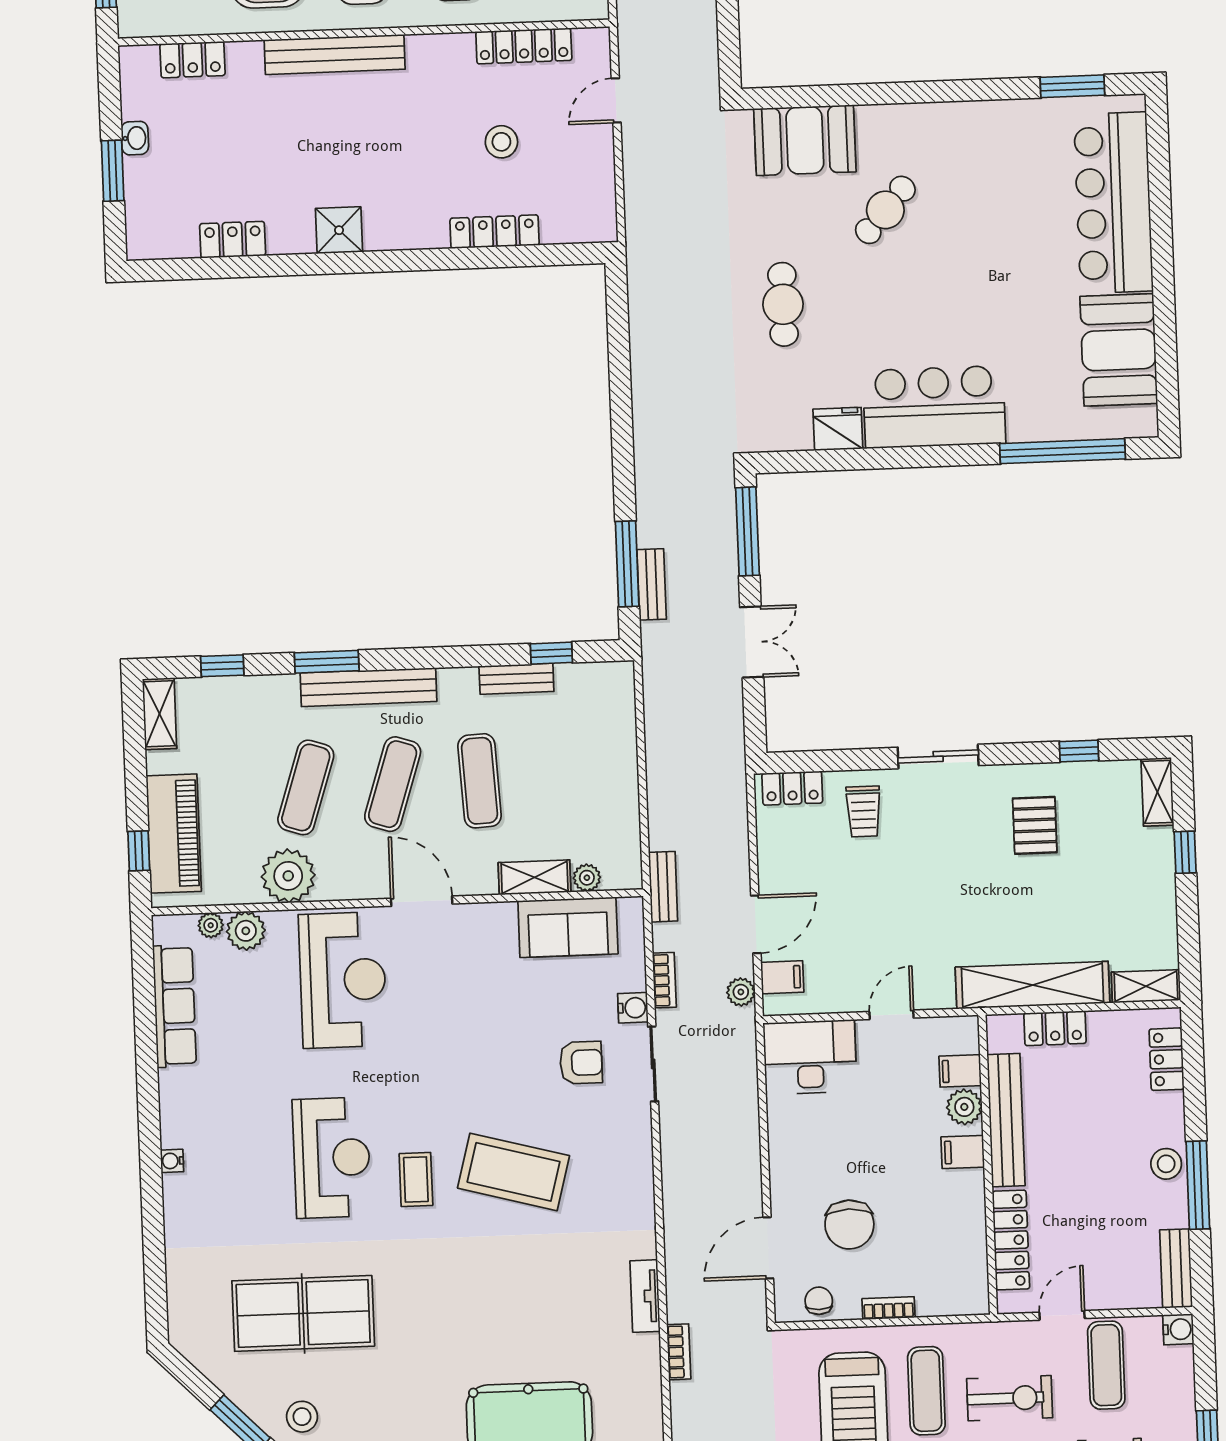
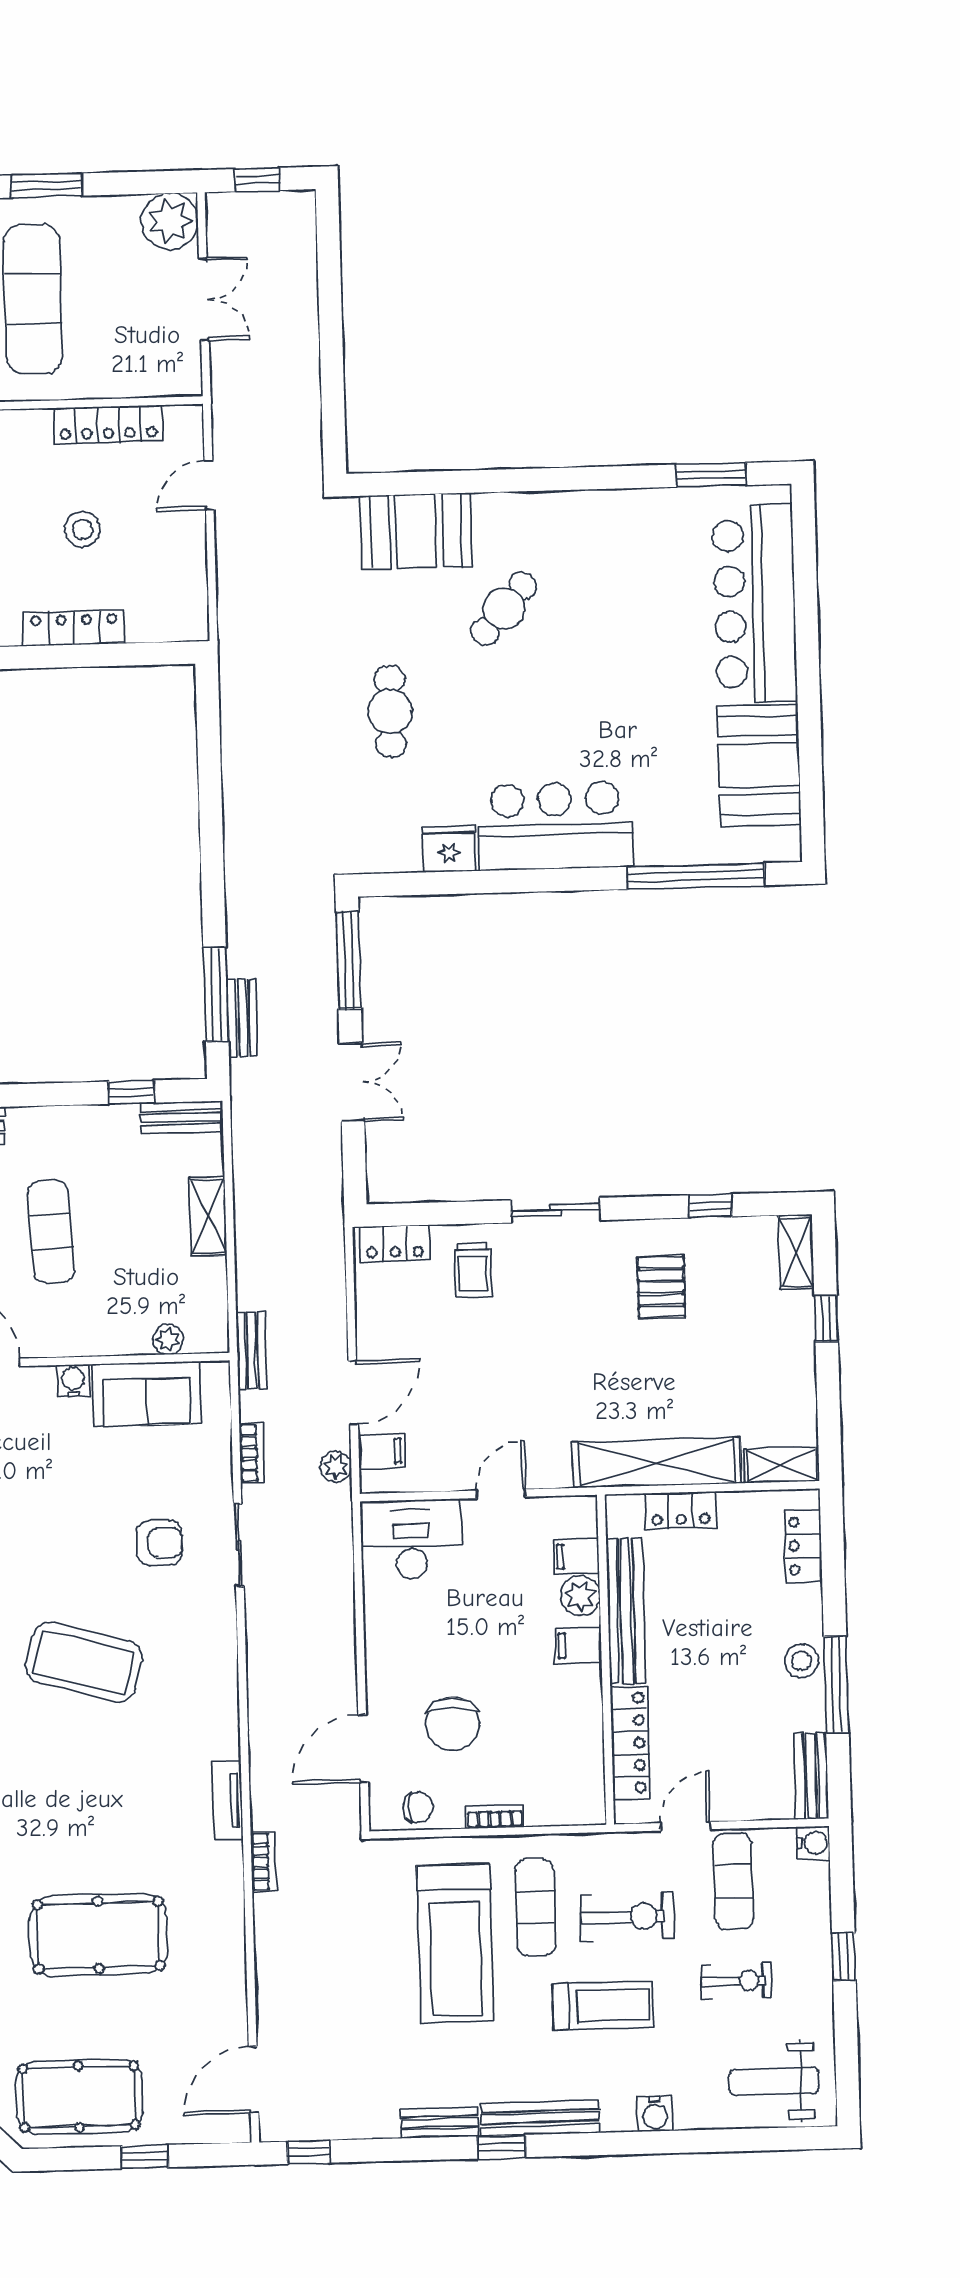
bench: (516, 679) -> (181, 1117), moved
shelving: (535, 877) -> (208, 1216), moved, turned 90
water cooler: (633, 1008) -> (73, 1381), moved, turned -90
chair: (819, 1301) -> (418, 1807), turned 90

